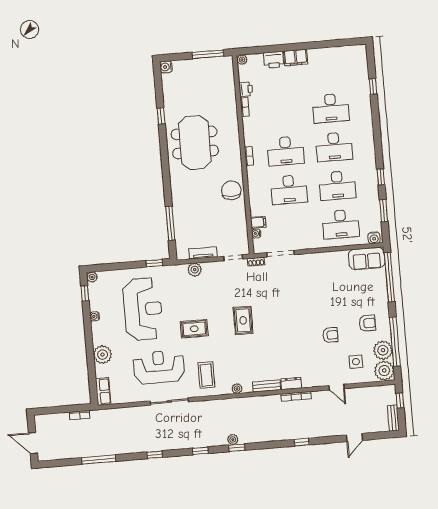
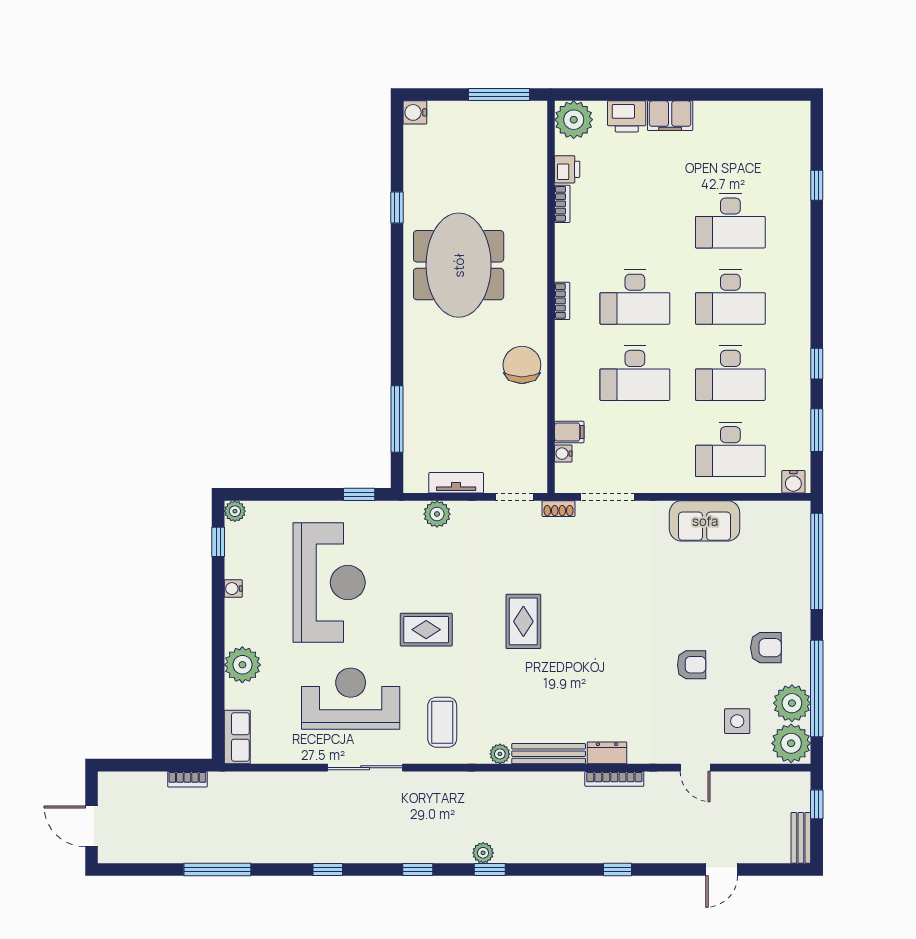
plant: (242, 60) -> (574, 120), width x1.88, depth x1.88
sofa: (367, 258) -> (705, 521), moved
bench: (267, 386) -> (549, 754), width x1.36

